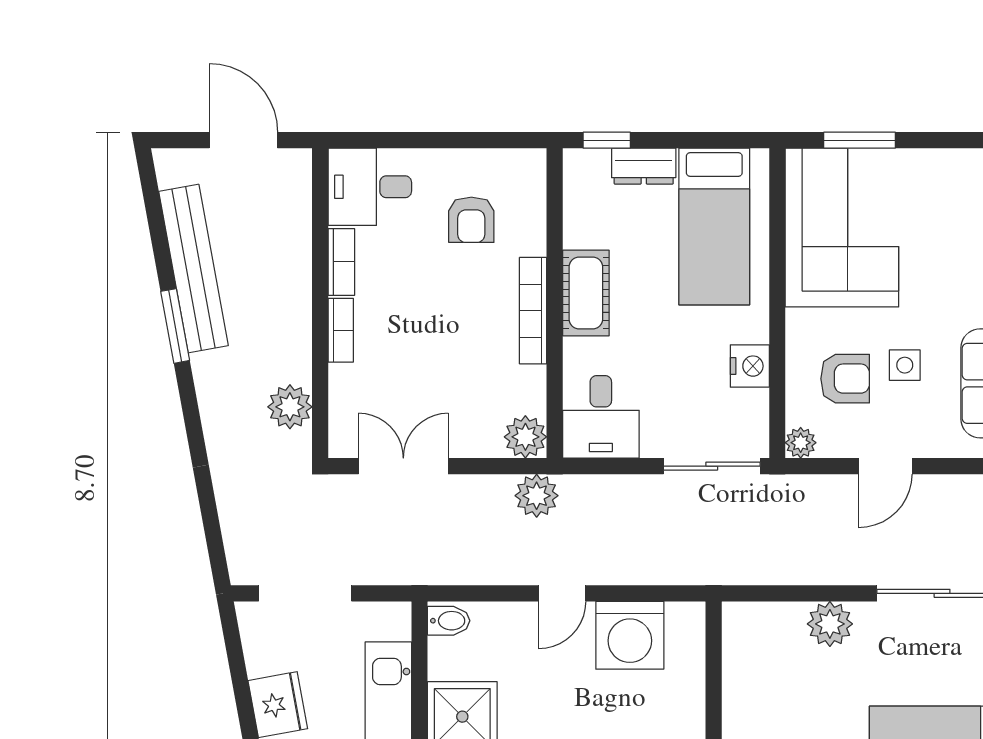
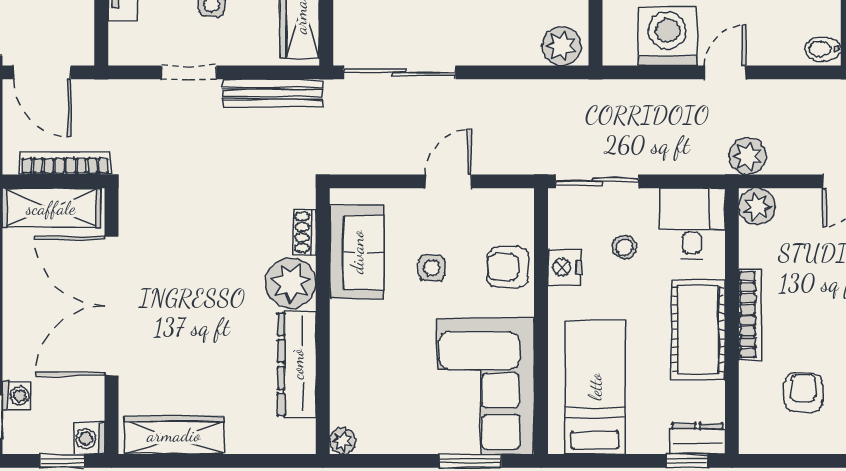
dresser: (644, 166) -> (697, 439), moved
cot: (586, 293) -> (698, 330), width x1.37, depth x1.34
armchair: (845, 379) -> (508, 267), moved
stool: (680, 389) -> (624, 247), added
plant: (801, 443) -> (521, 201), removed
plant: (830, 624) -> (561, 46), moved

